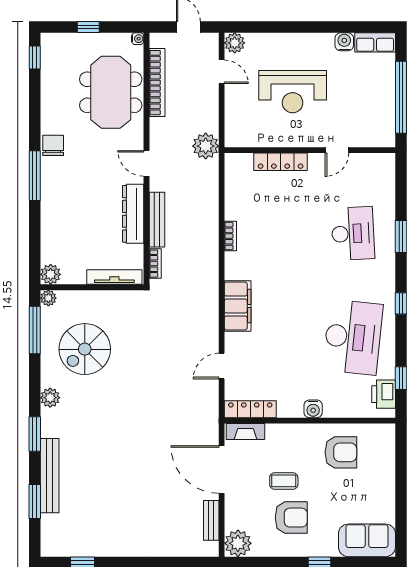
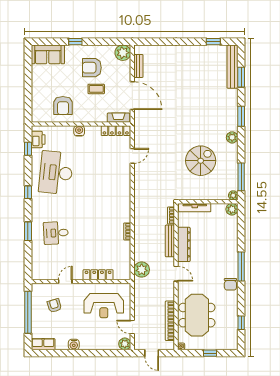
water cooler: (344, 42) -> (74, 344), moved
window: (35, 57) -> (241, 323), moved
reception desk: (293, 92) -> (104, 306), moved, turned 180
armchair: (356, 109) -> (54, 306), added
plant: (206, 146) -> (142, 270), moved
desk: (353, 234) -> (56, 233), width x0.73
filing cabinet: (238, 306) -> (123, 191), removed
spiral stairs: (85, 349) -> (201, 161), moved
armchair: (341, 452) -> (63, 106), turned -90
bench: (50, 476) -> (232, 67), moved

